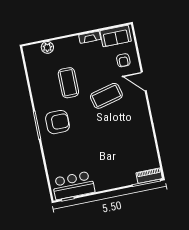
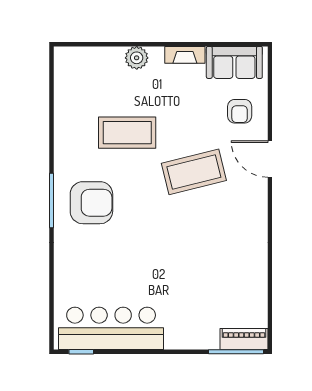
plant: (47, 47) -> (137, 58), moved
coffee table: (68, 83) -> (127, 133), turned 90
bar counter: (73, 185) -> (111, 328), width x1.36

